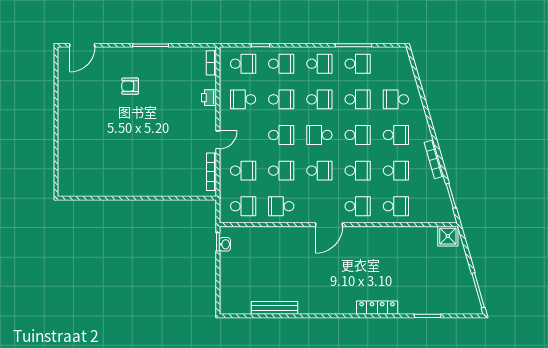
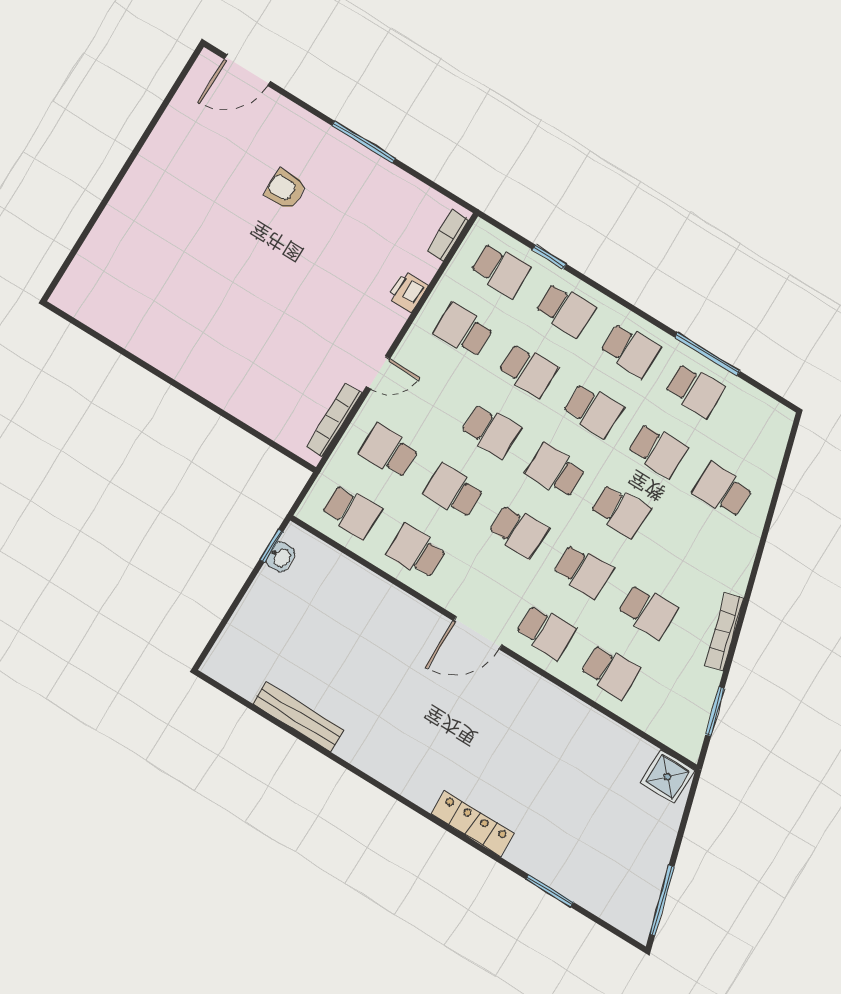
school desk: (396, 135) -> (685, 551), removed
school desk: (243, 171) -> (389, 451), turned 180
school desk: (281, 171) -> (453, 491), turned 180

